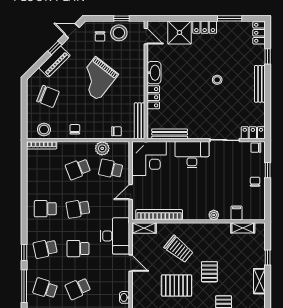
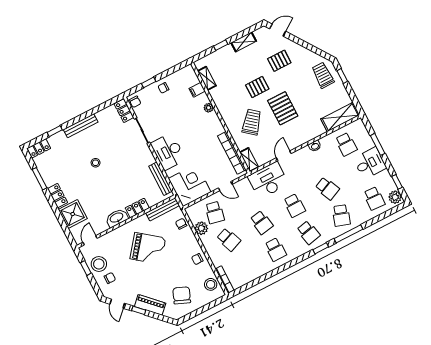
grand piano: (97, 78) -> (148, 248), moved

